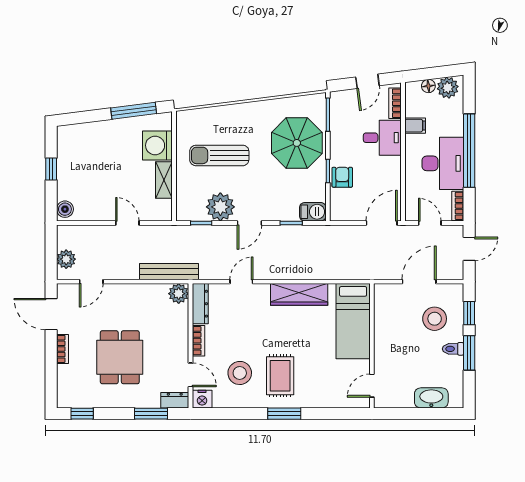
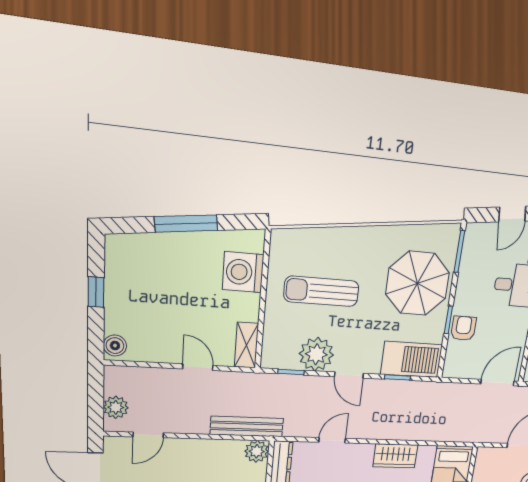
window: (134, 111) -> (186, 224), moved
shelving: (164, 180) -> (246, 345), moved
barbecue: (313, 212) -> (411, 360), width x1.88, depth x1.53
door: (249, 223) -> (349, 375), hinge flipped
wardrobe: (299, 294) -> (395, 456), width x0.67

